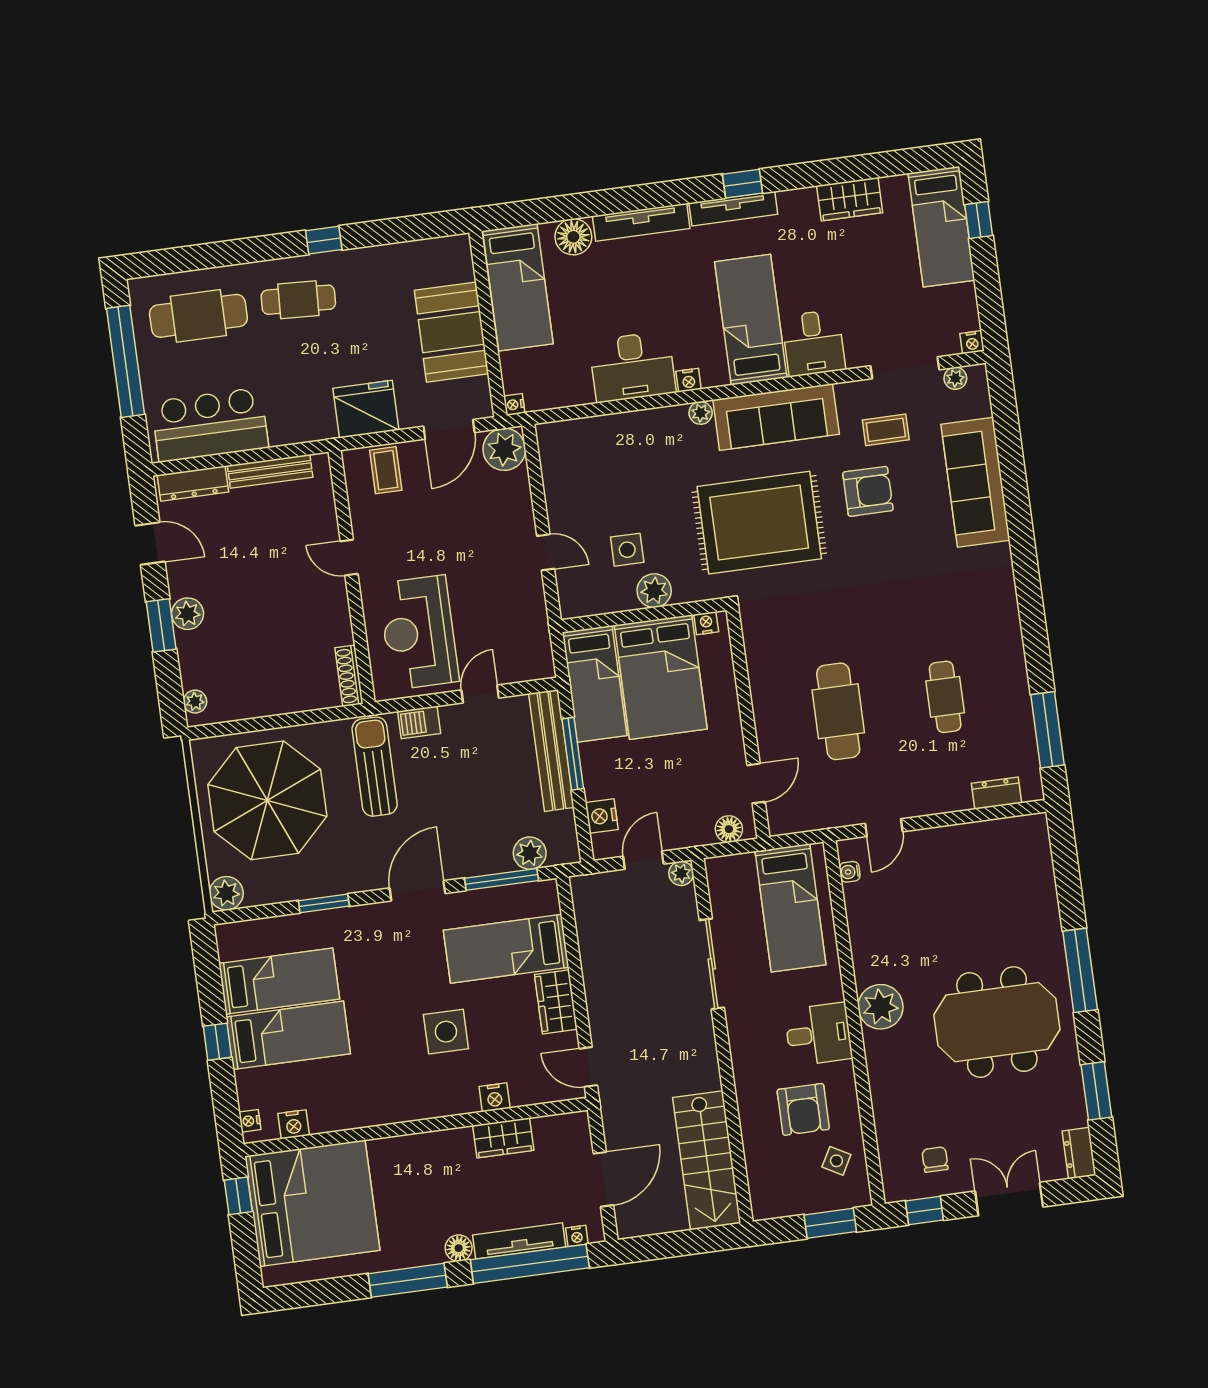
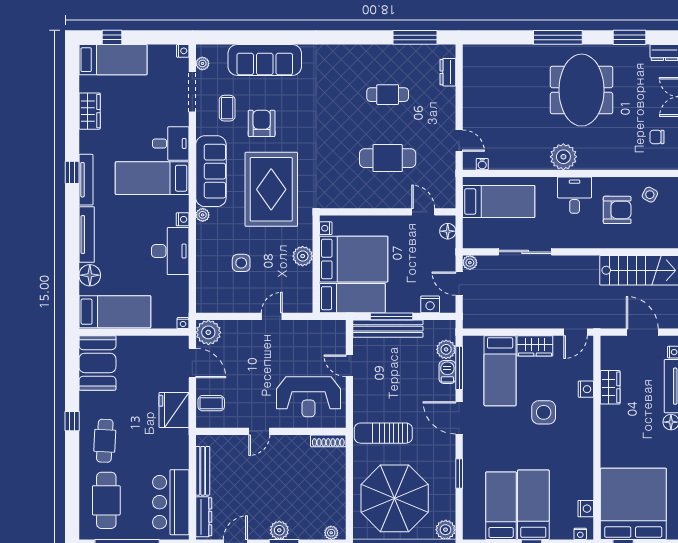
booth: (451, 332) -> (97, 363), moved, turned 90
side table: (627, 550) -> (241, 263), moved
barbecue: (419, 722) -> (447, 372), moved, turned 180

